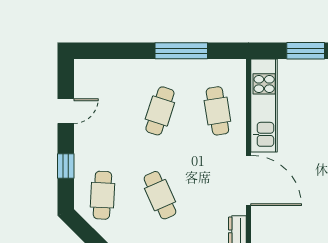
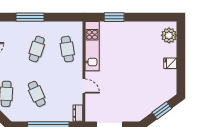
window: (181, 51) -> (30, 17), moved
door: (249, 180) -> (84, 86), width x0.53

